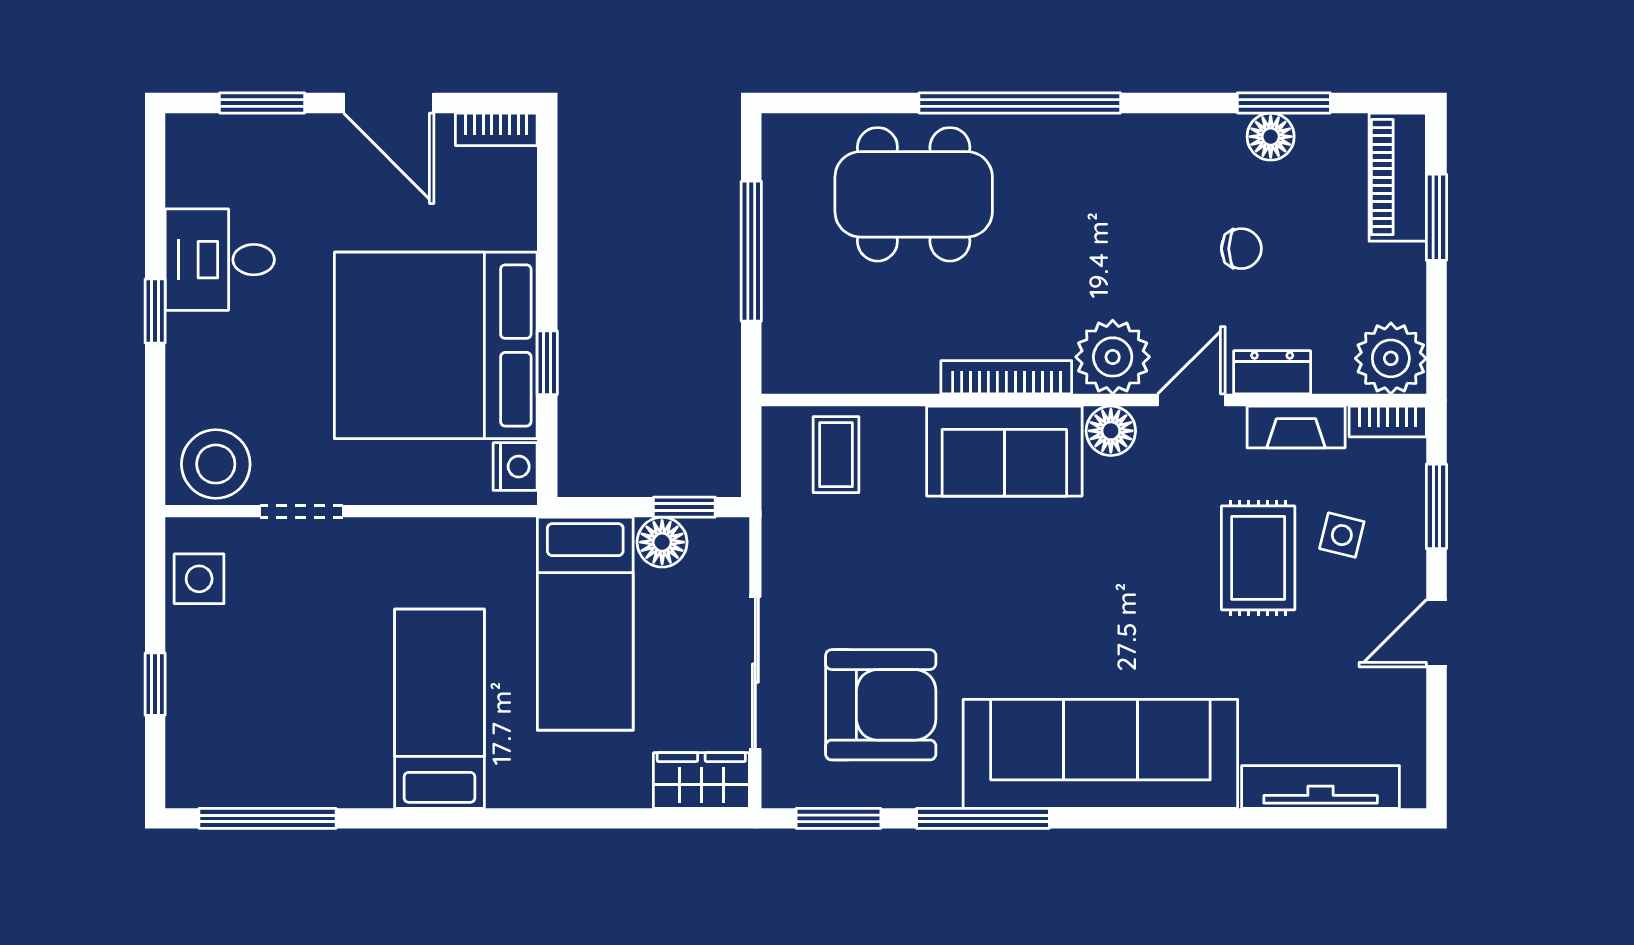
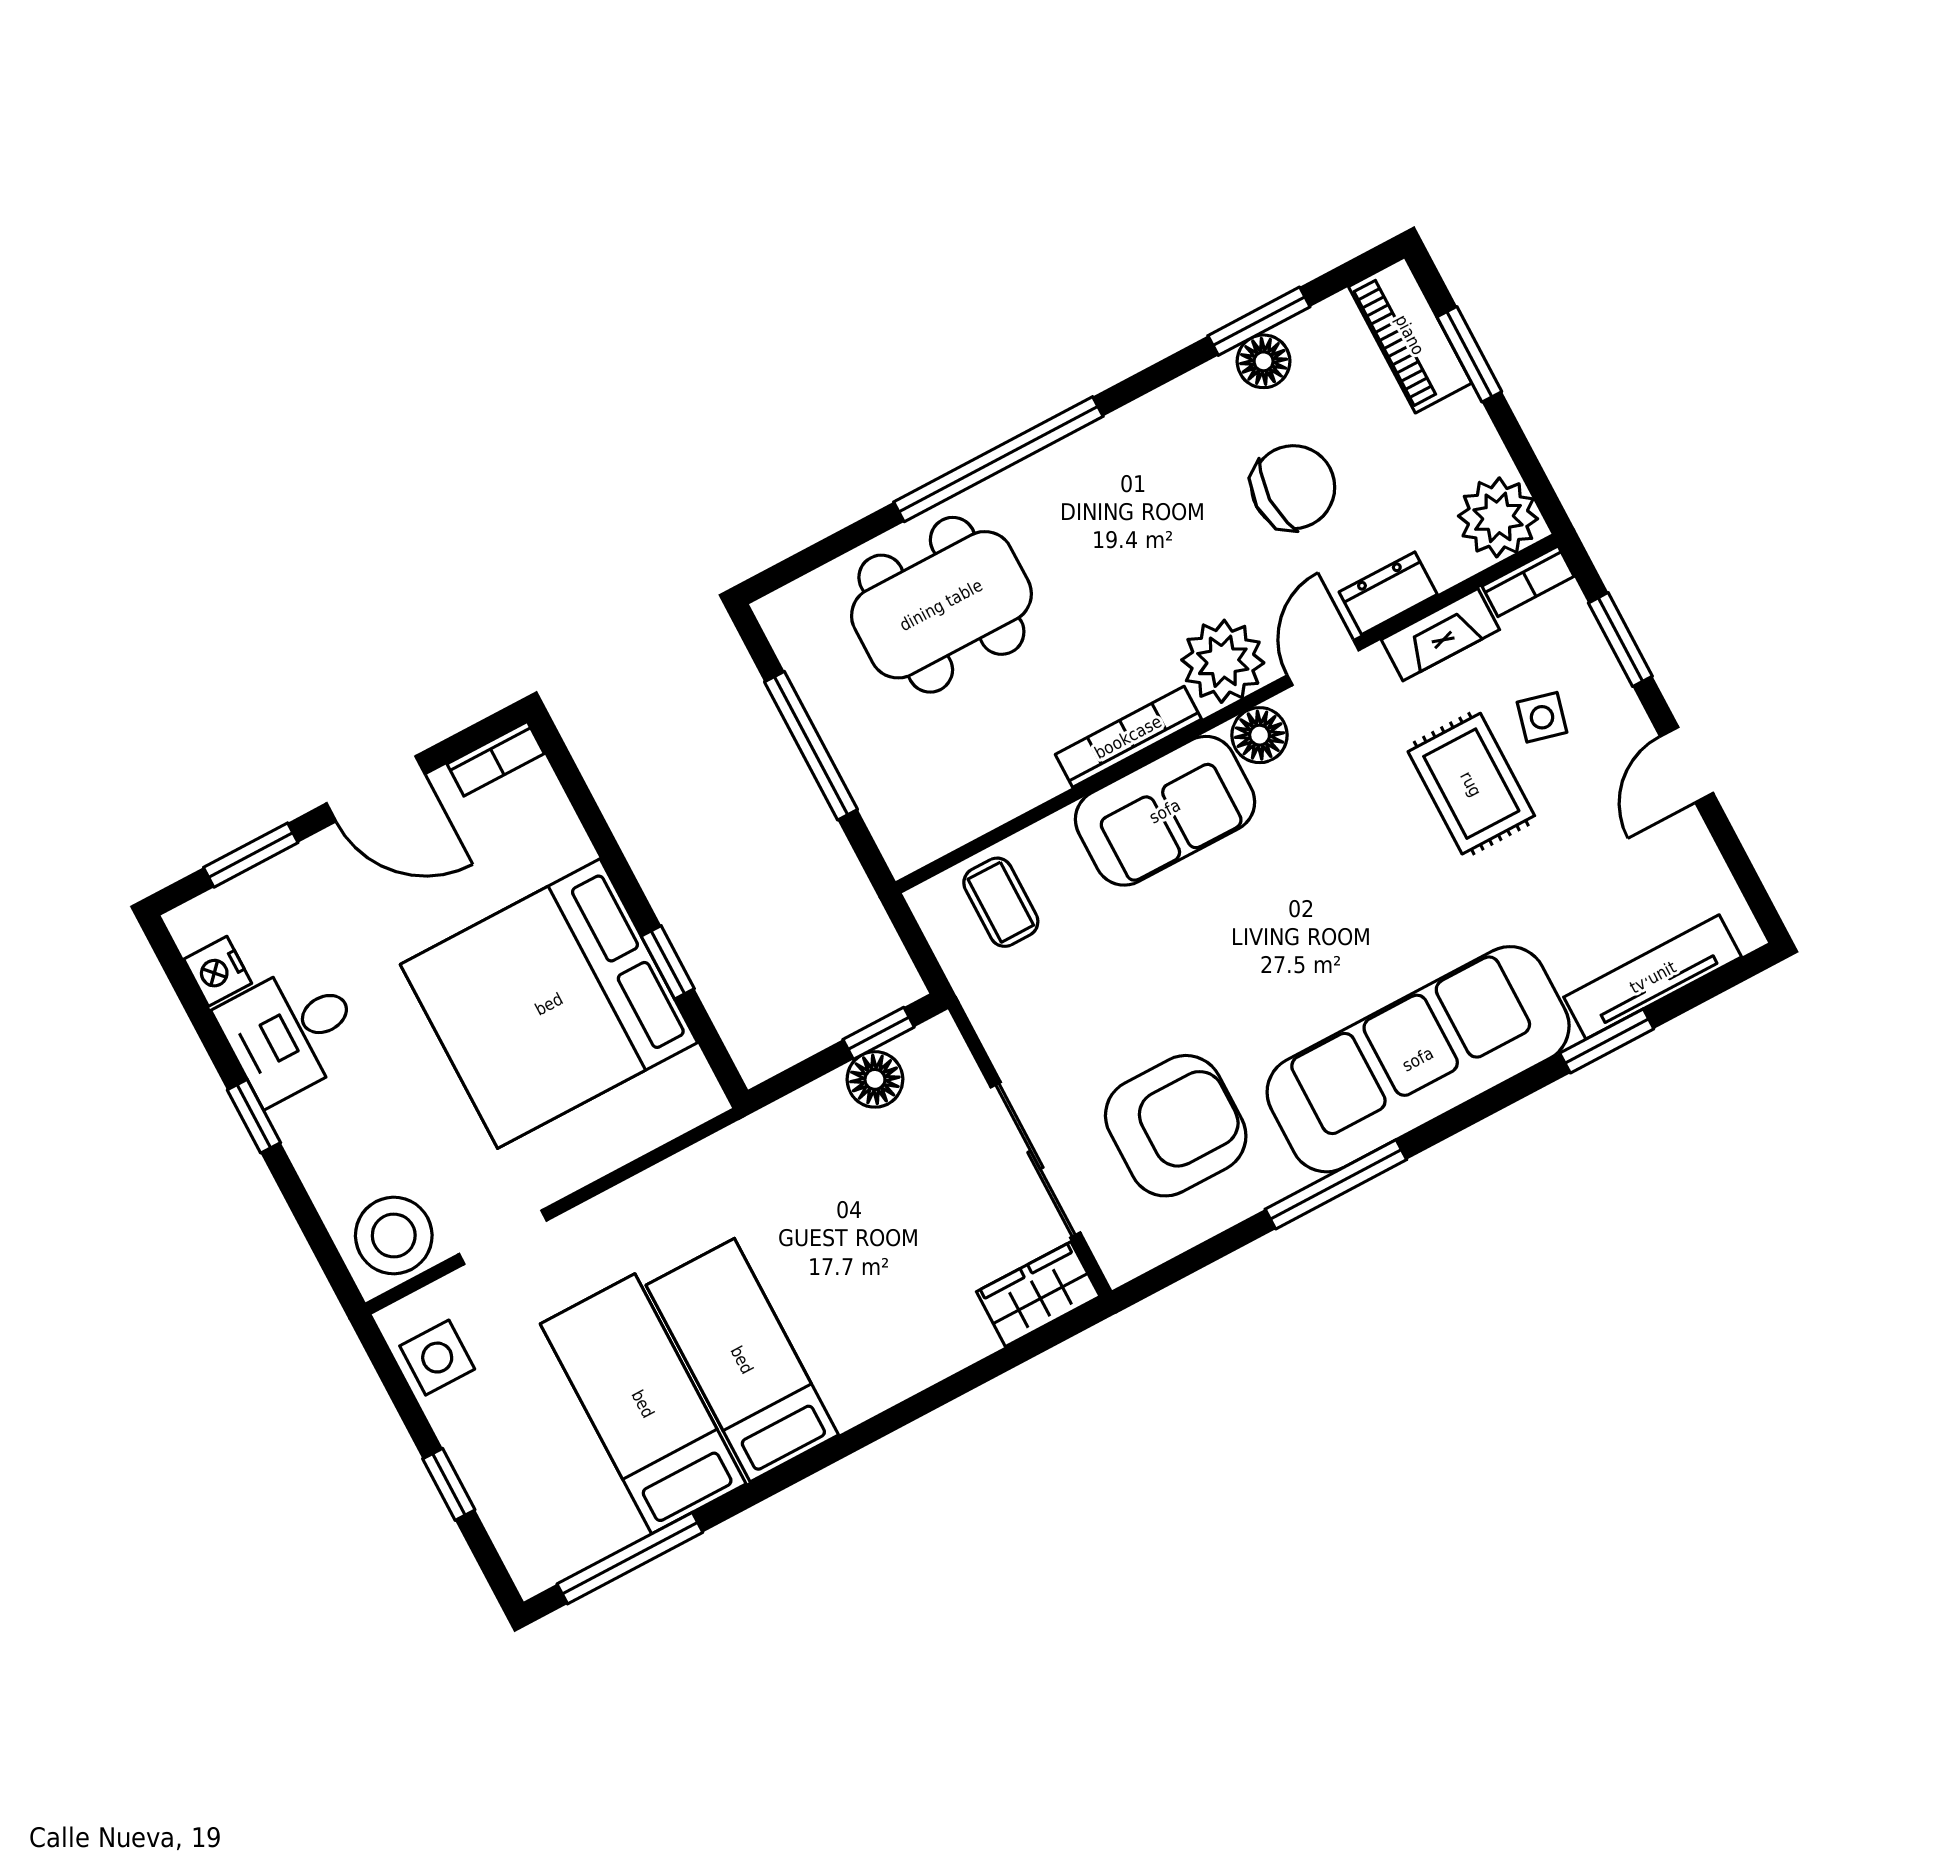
chair: (1241, 249) -> (1293, 487), width x1.87, depth x1.87
nightstand: (515, 467) -> (218, 971), moved, turned 180
bed: (585, 624) -> (643, 1404), moved, turned 180
window: (838, 818) -> (1607, 1041), moved

